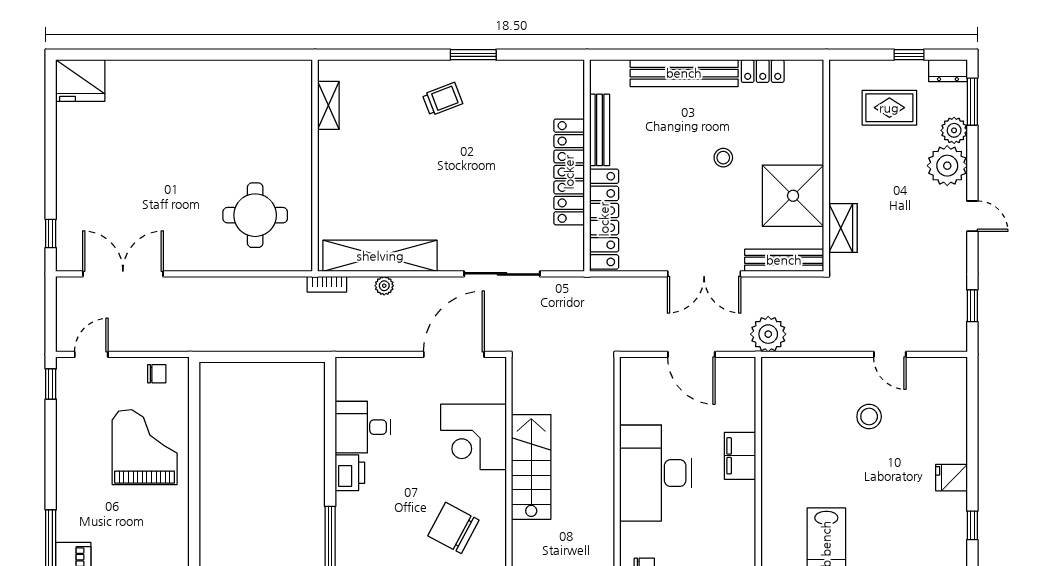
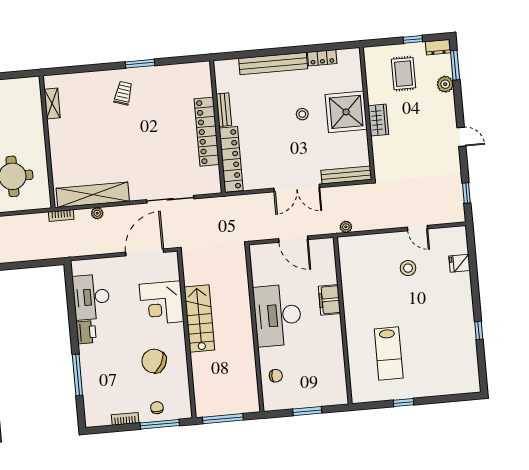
trolley: (443, 99) -> (123, 93), turned -51
rug: (889, 108) -> (403, 74), turned 90
bench: (600, 130) -> (224, 110), width x0.73
plant: (947, 166) -> (443, 107), removed
shower: (793, 196) -> (346, 112), moved
wardrobe: (843, 228) -> (378, 120), moved
plant: (768, 334) -> (346, 227), width x0.53, depth x0.53
desk: (363, 427) -> (91, 297), width x1.37
fridge: (952, 478) -> (460, 263), moved

